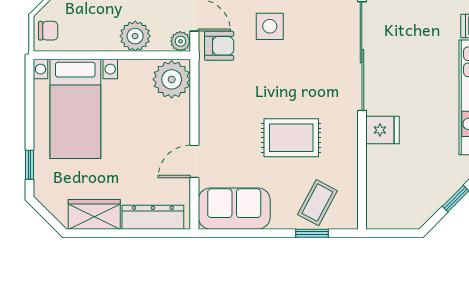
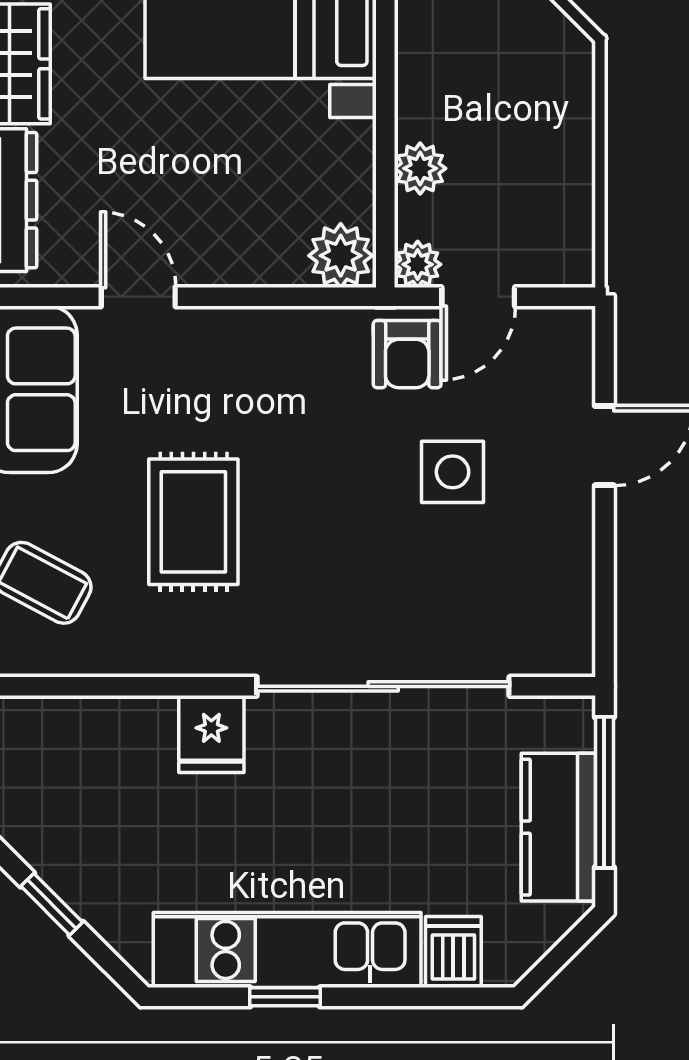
plant: (135, 36) -> (420, 168), width x0.73, depth x0.73
plant: (172, 79) -> (341, 256), width x0.73, depth x0.73

